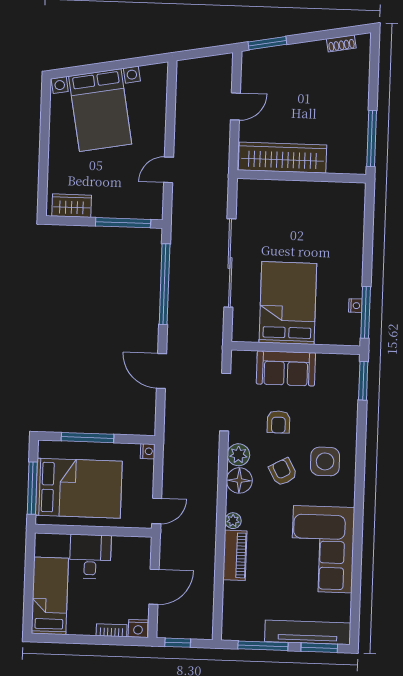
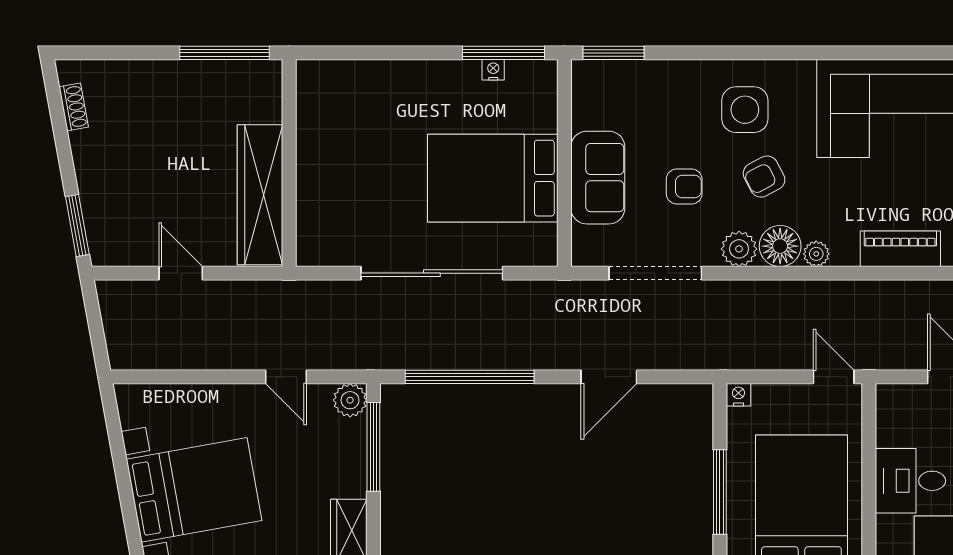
plant: (153, 209) -> (350, 400), added
plant: (233, 521) -> (816, 254), moved

